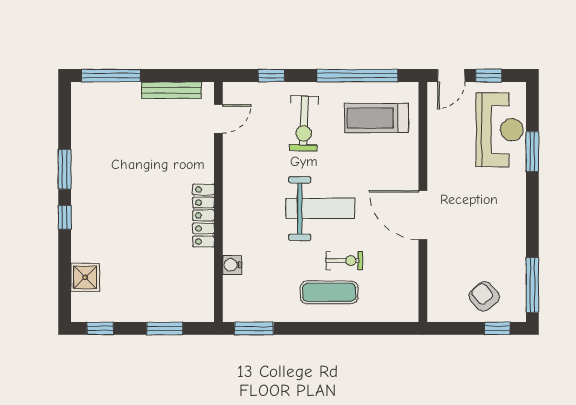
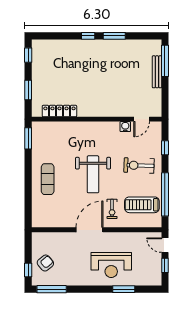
bench: (172, 90) -> (157, 72), moved
treadmill: (377, 118) -> (142, 205), turned -90
door: (218, 119) -> (142, 119), hinge flipped
reception desk: (500, 130) -> (111, 265), moved
locker: (203, 215) -> (59, 111), moved
exercise bike: (344, 261) -> (112, 209), moved
water cooler: (232, 265) -> (125, 127), moved
shower: (85, 277) -> (56, 47), removed

